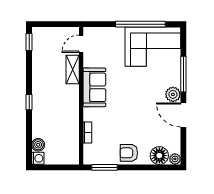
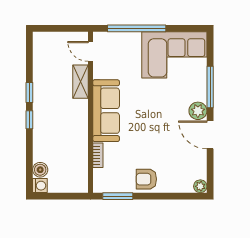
window: (140, 24) -> (137, 28), moved
window: (29, 42) -> (29, 92), moved
door: (81, 44) -> (90, 51), hinge flipped
sofa: (94, 87) -> (106, 111), width x1.36
floor lamp: (159, 156) -> (182, 182), removed

